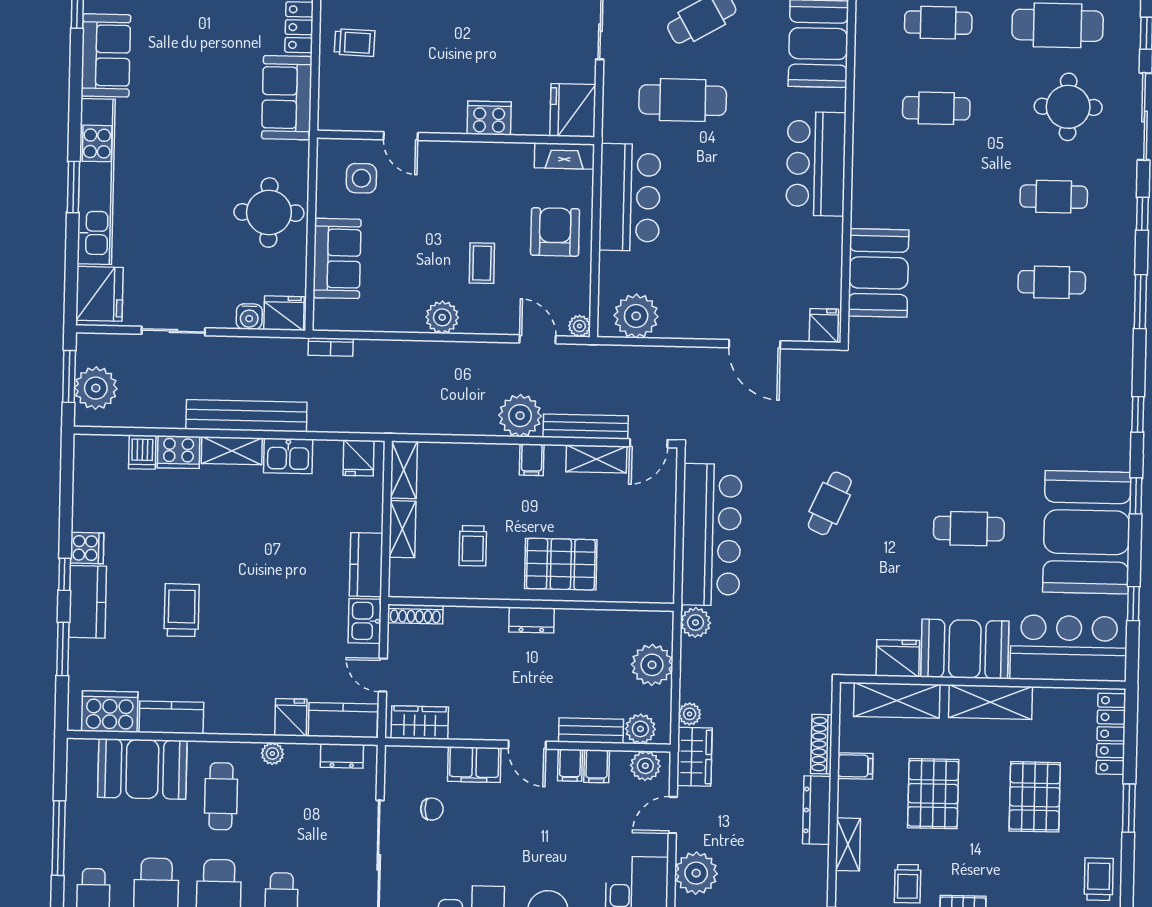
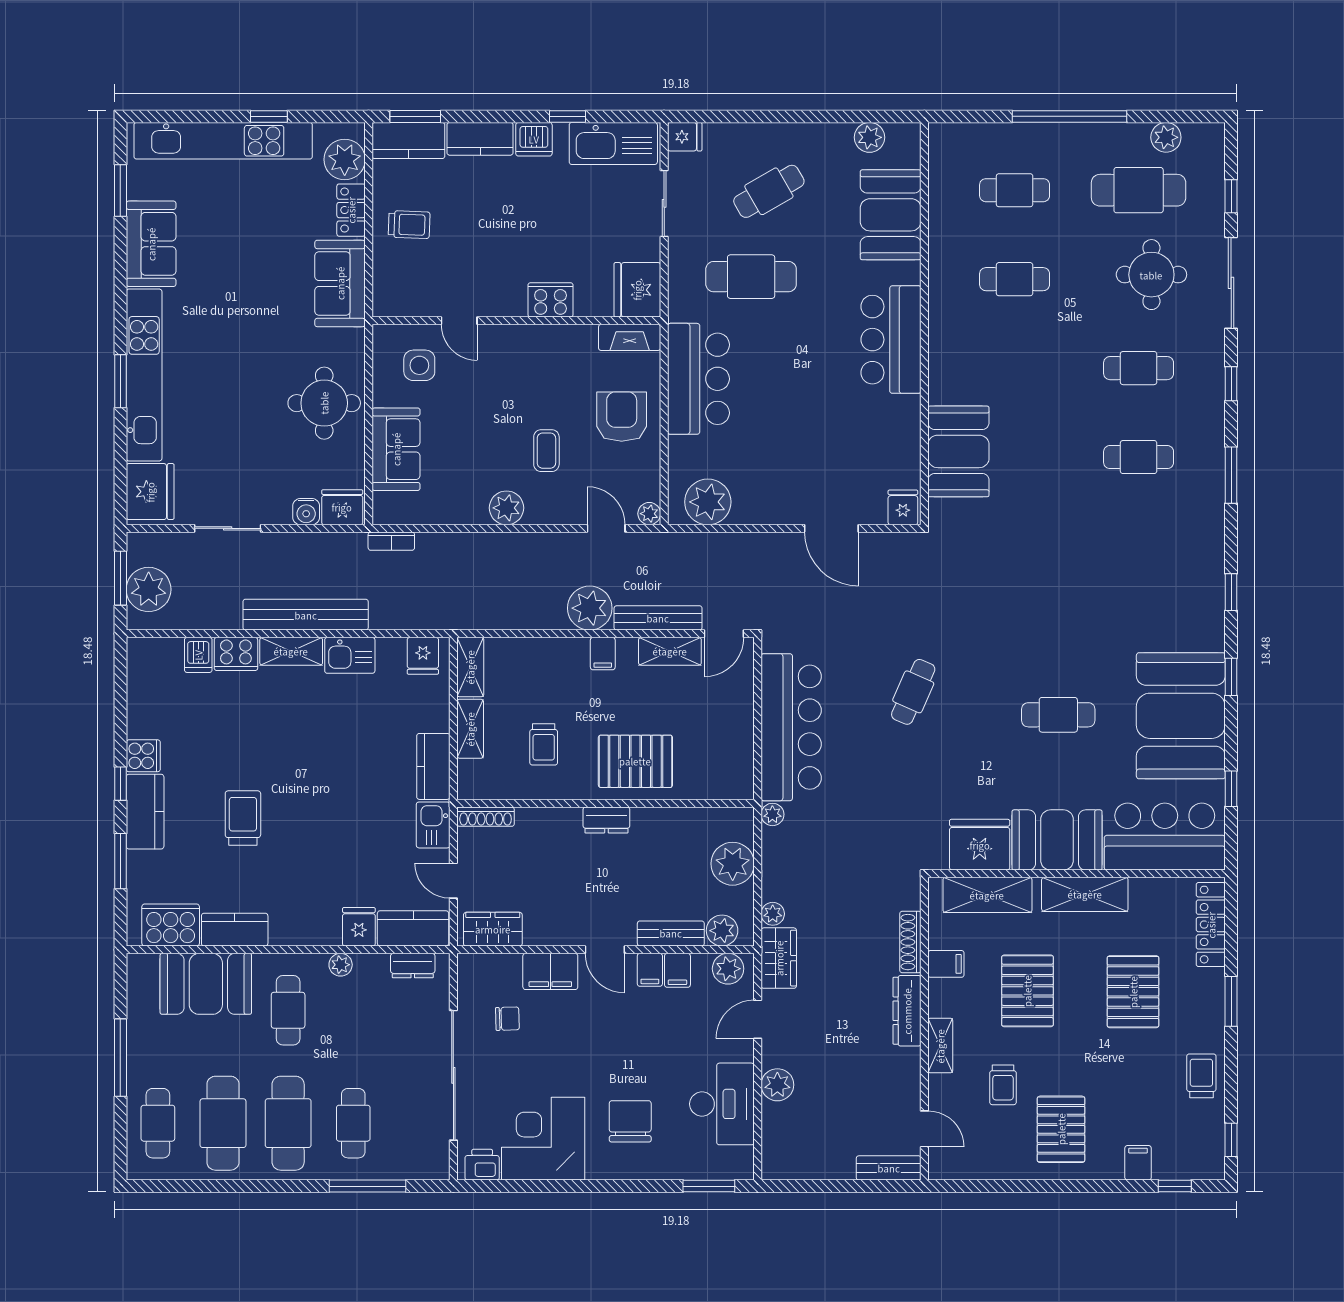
plant: (696, 622) -> (772, 814), width x0.73, depth x0.73
fridge: (898, 658) -> (980, 845), width x1.36, depth x1.34
plant: (696, 873) -> (777, 1085), width x0.73, depth x0.73

